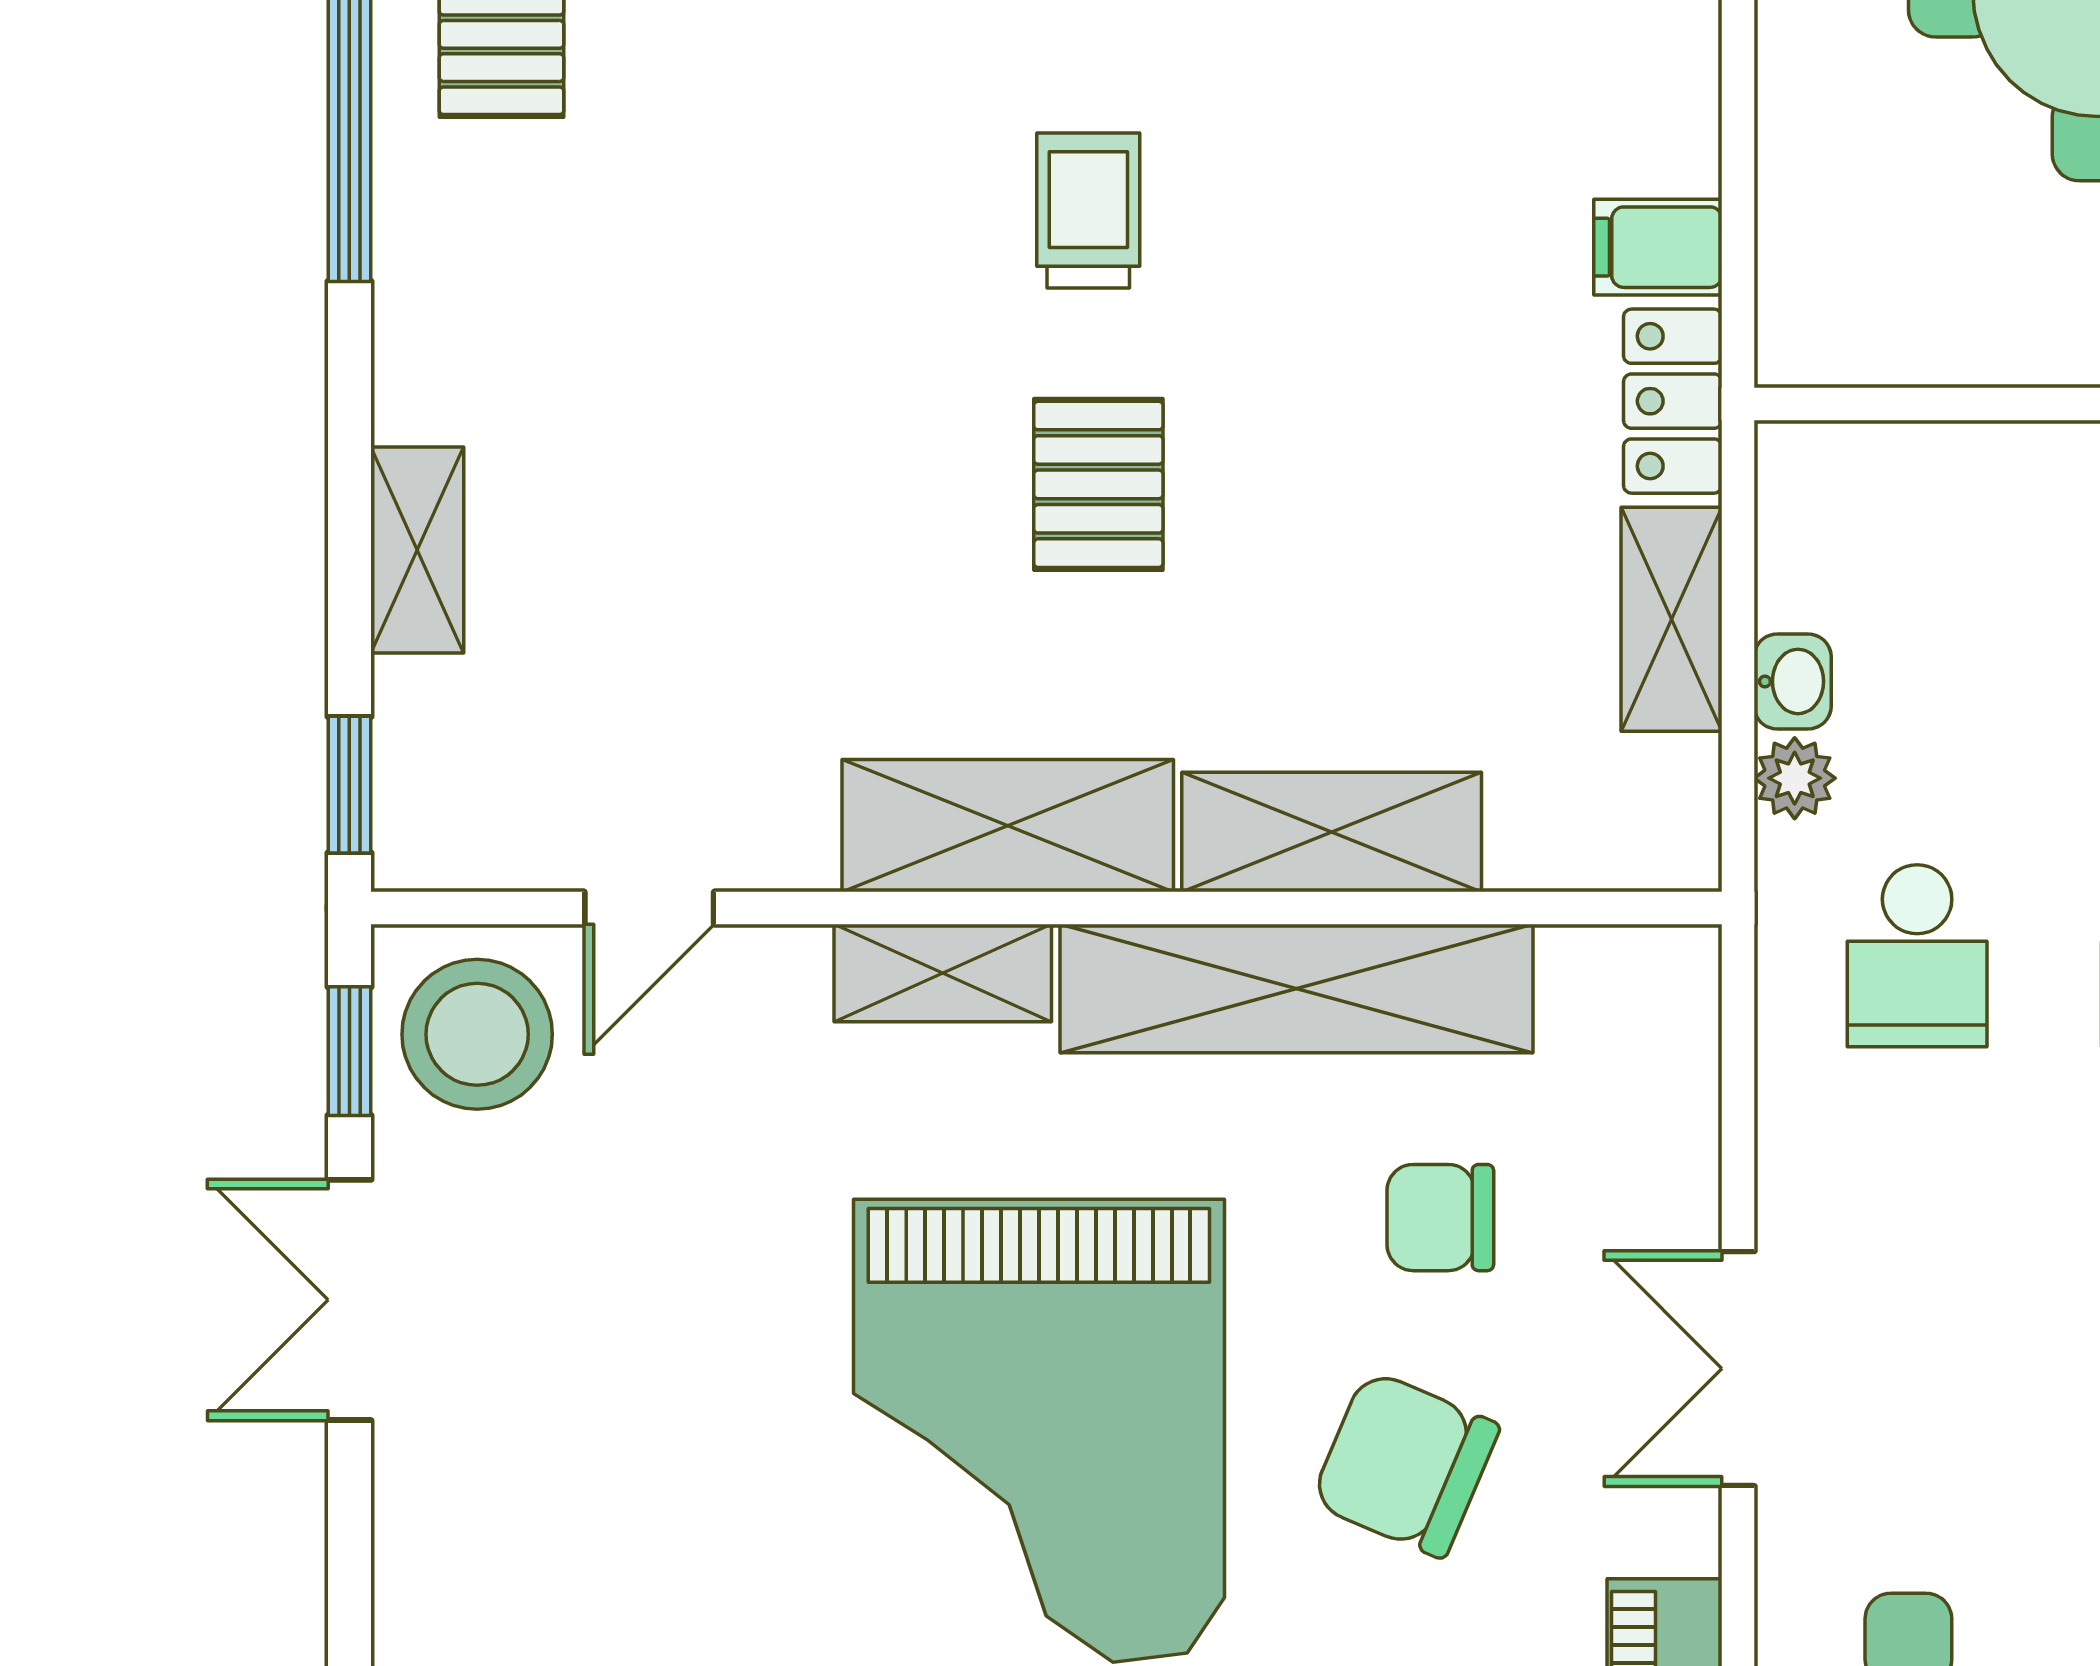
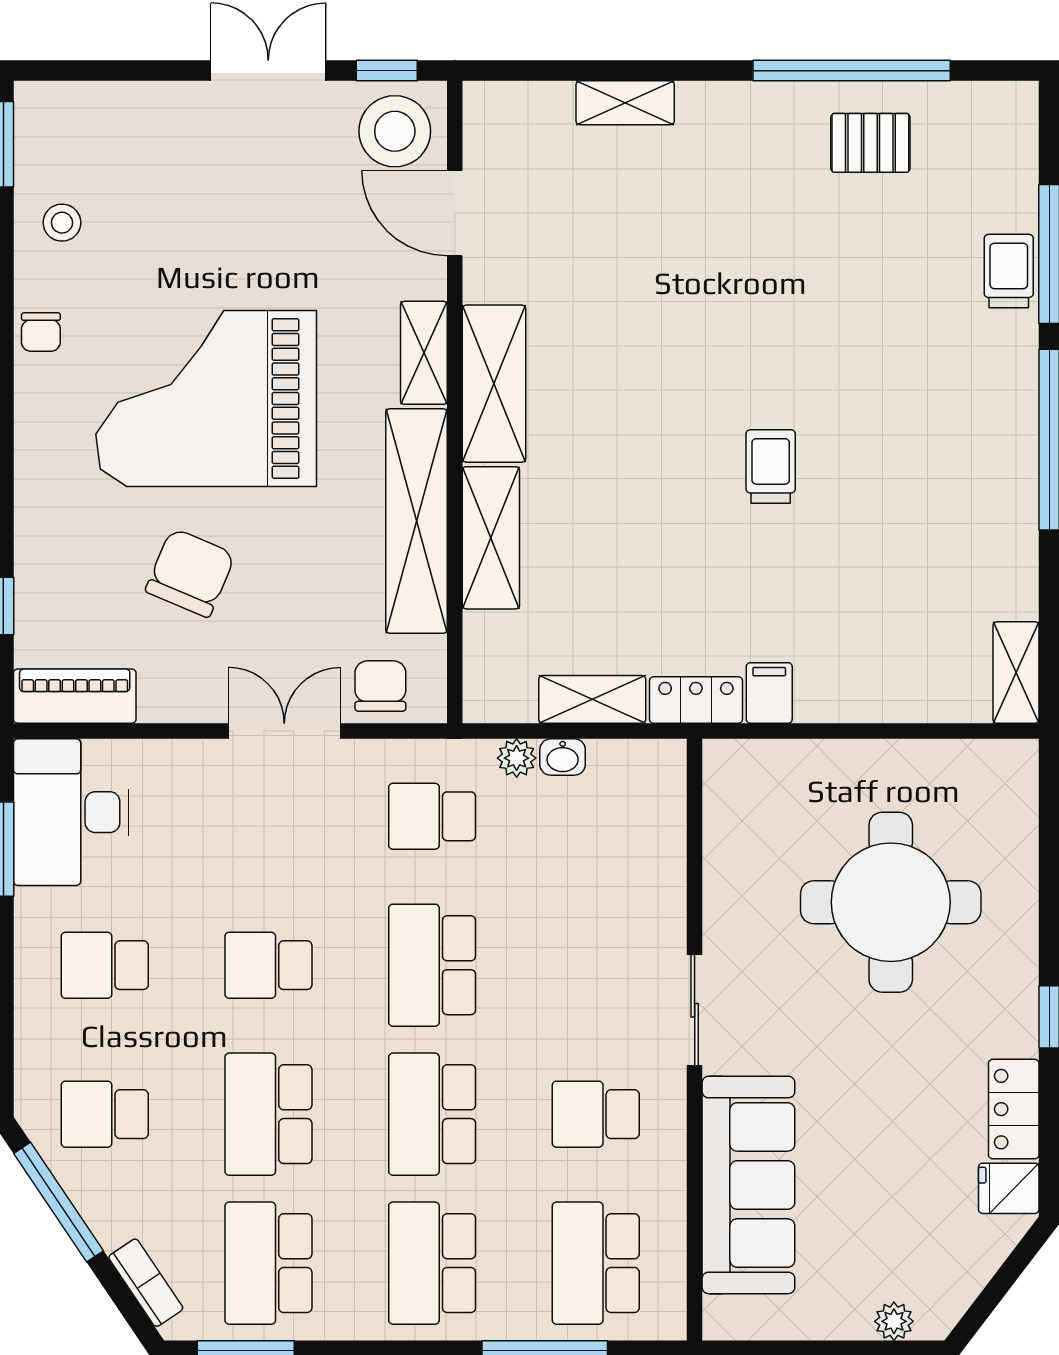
trolley: (1088, 211) -> (771, 467), moved, turned -90
pallet: (1098, 484) -> (656, 427), removed
window: (349, 785) -> (513, 71), removed
door: (649, 908) -> (455, 213), width x1.38
chair: (1440, 1218) -> (380, 686), moved
double door: (1738, 1369) -> (284, 731), moved

